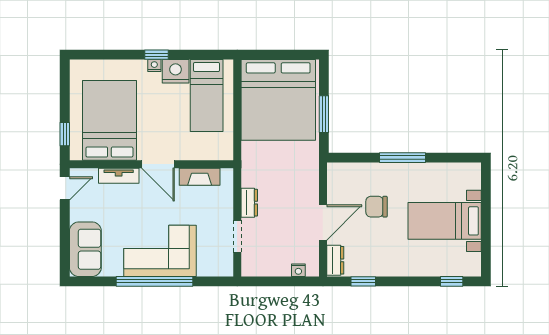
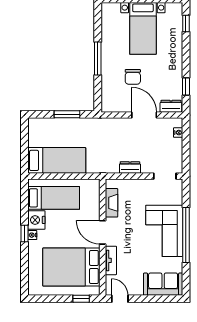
bed: (278, 100) -> (57, 160), width x0.49
door: (158, 164) -> (103, 232), swing flipped
doorway: (237, 236) -> (165, 176), moved

